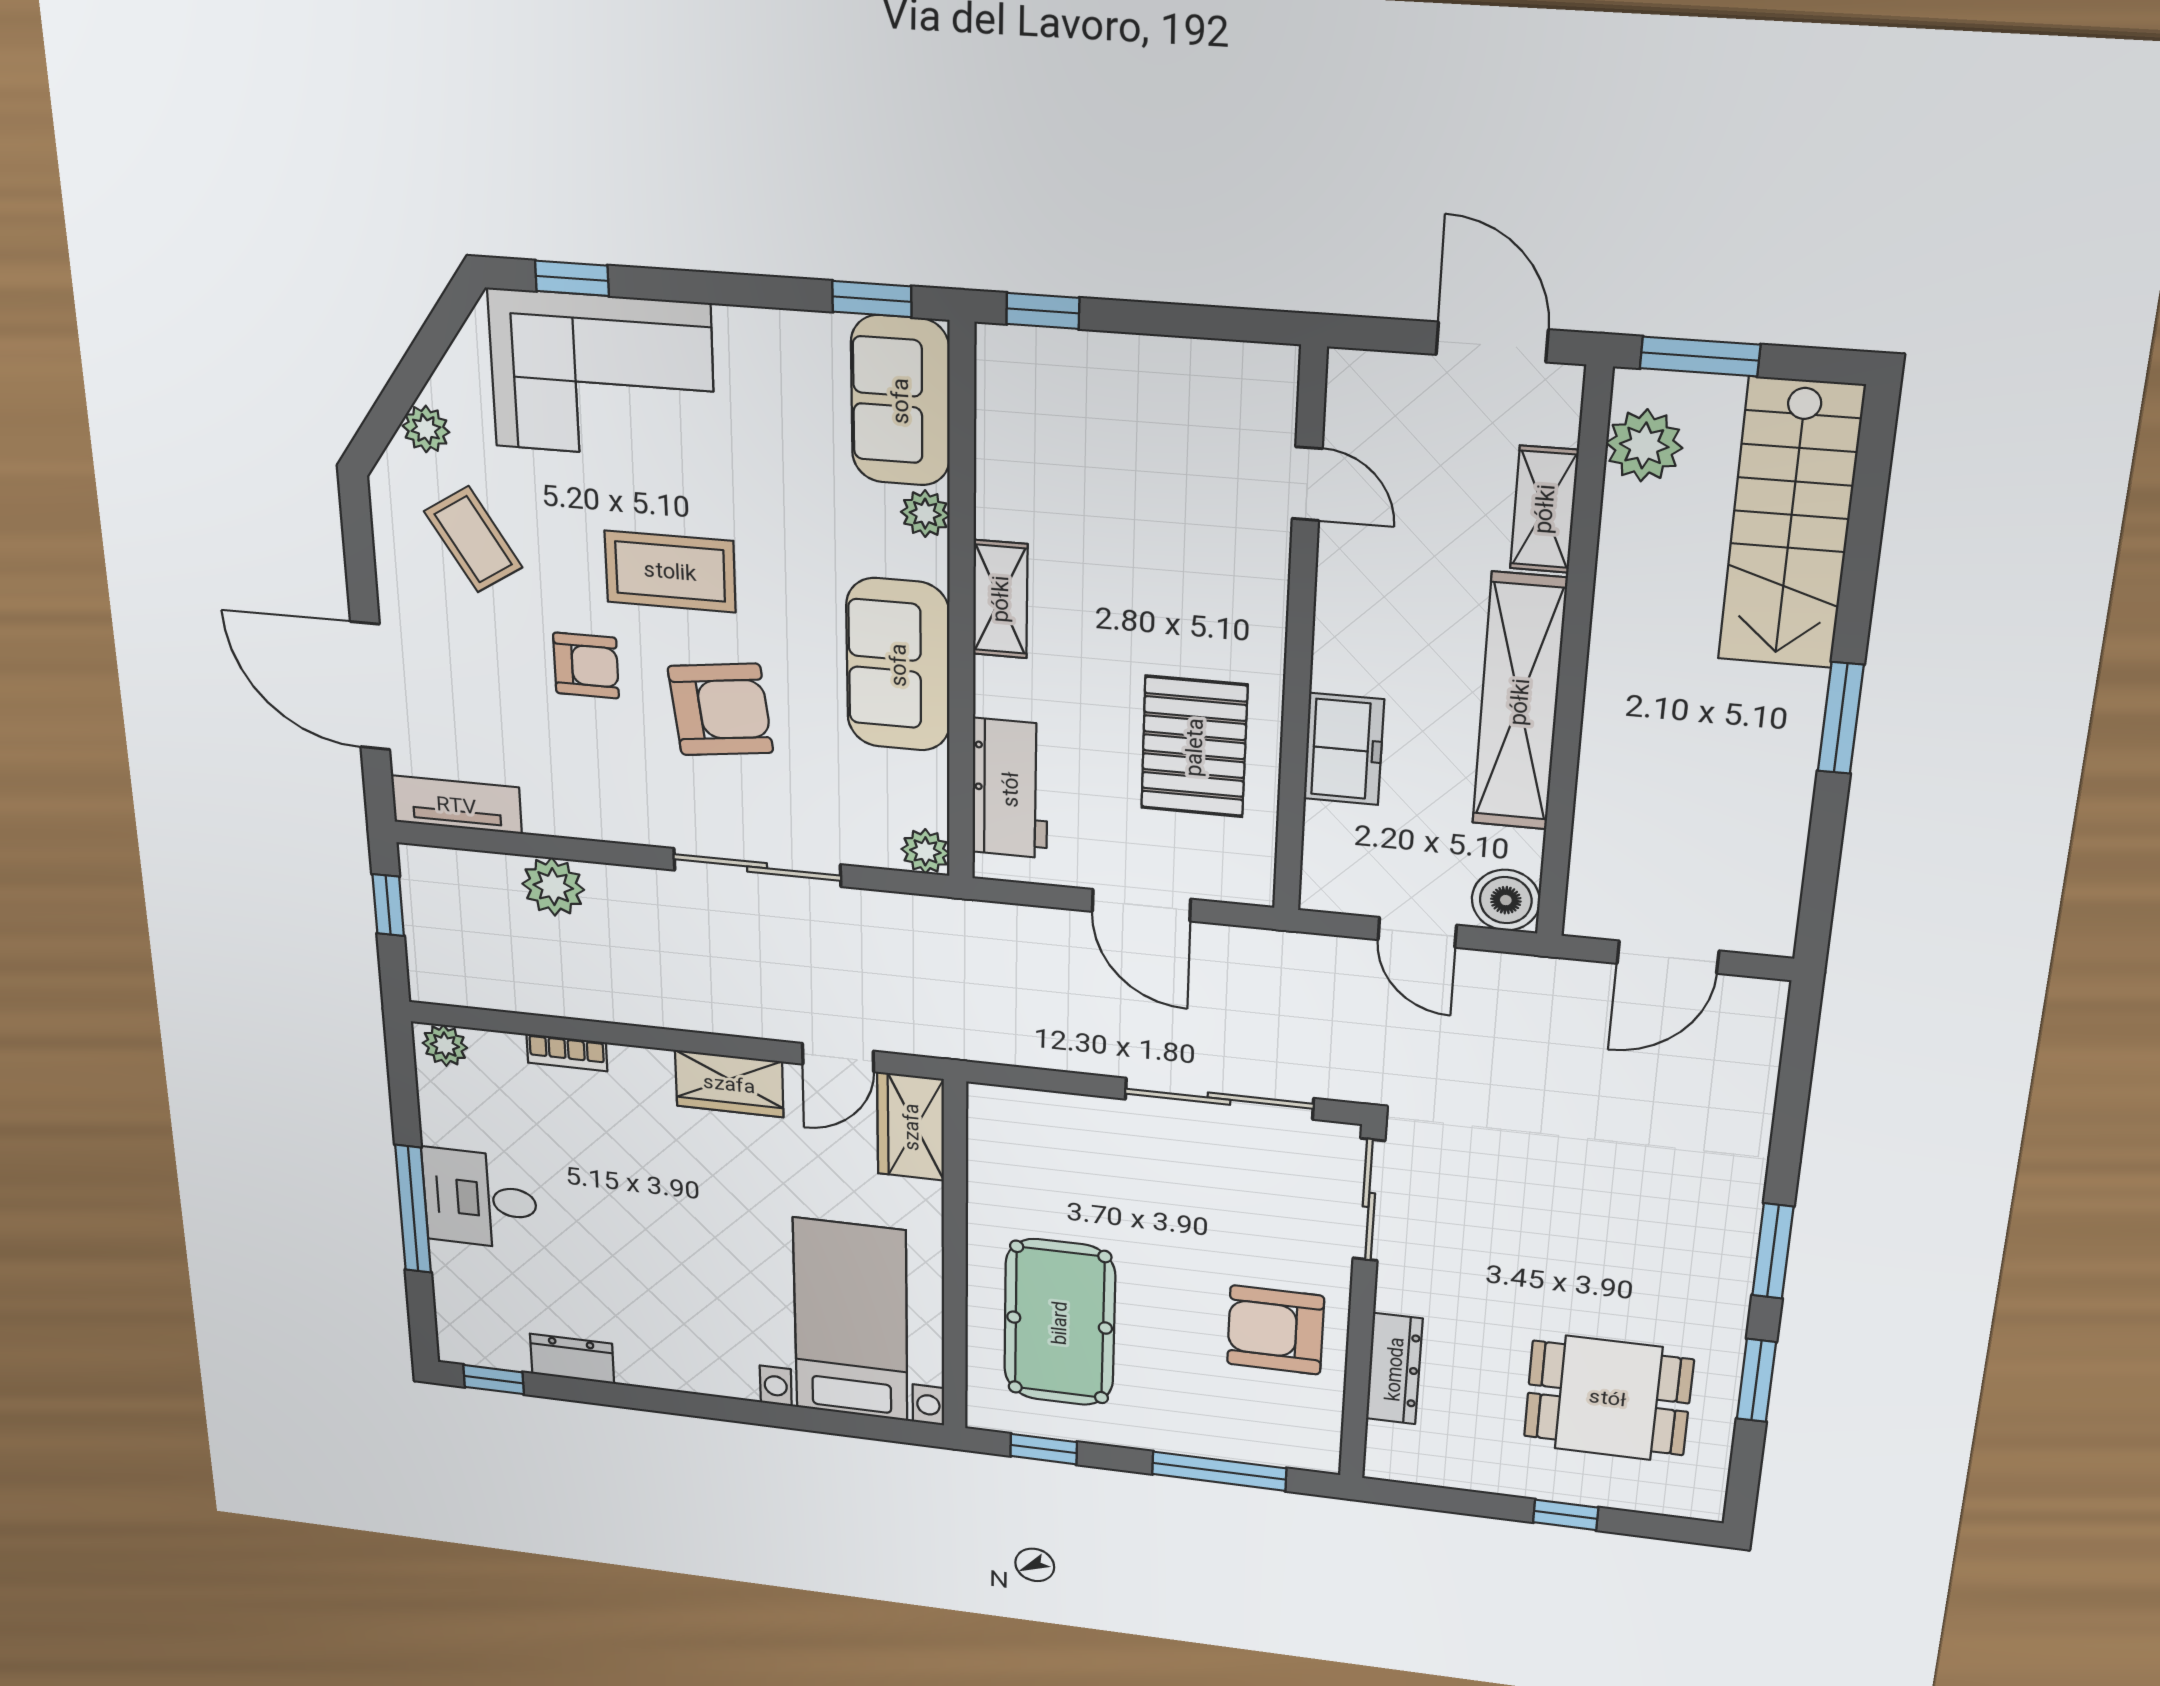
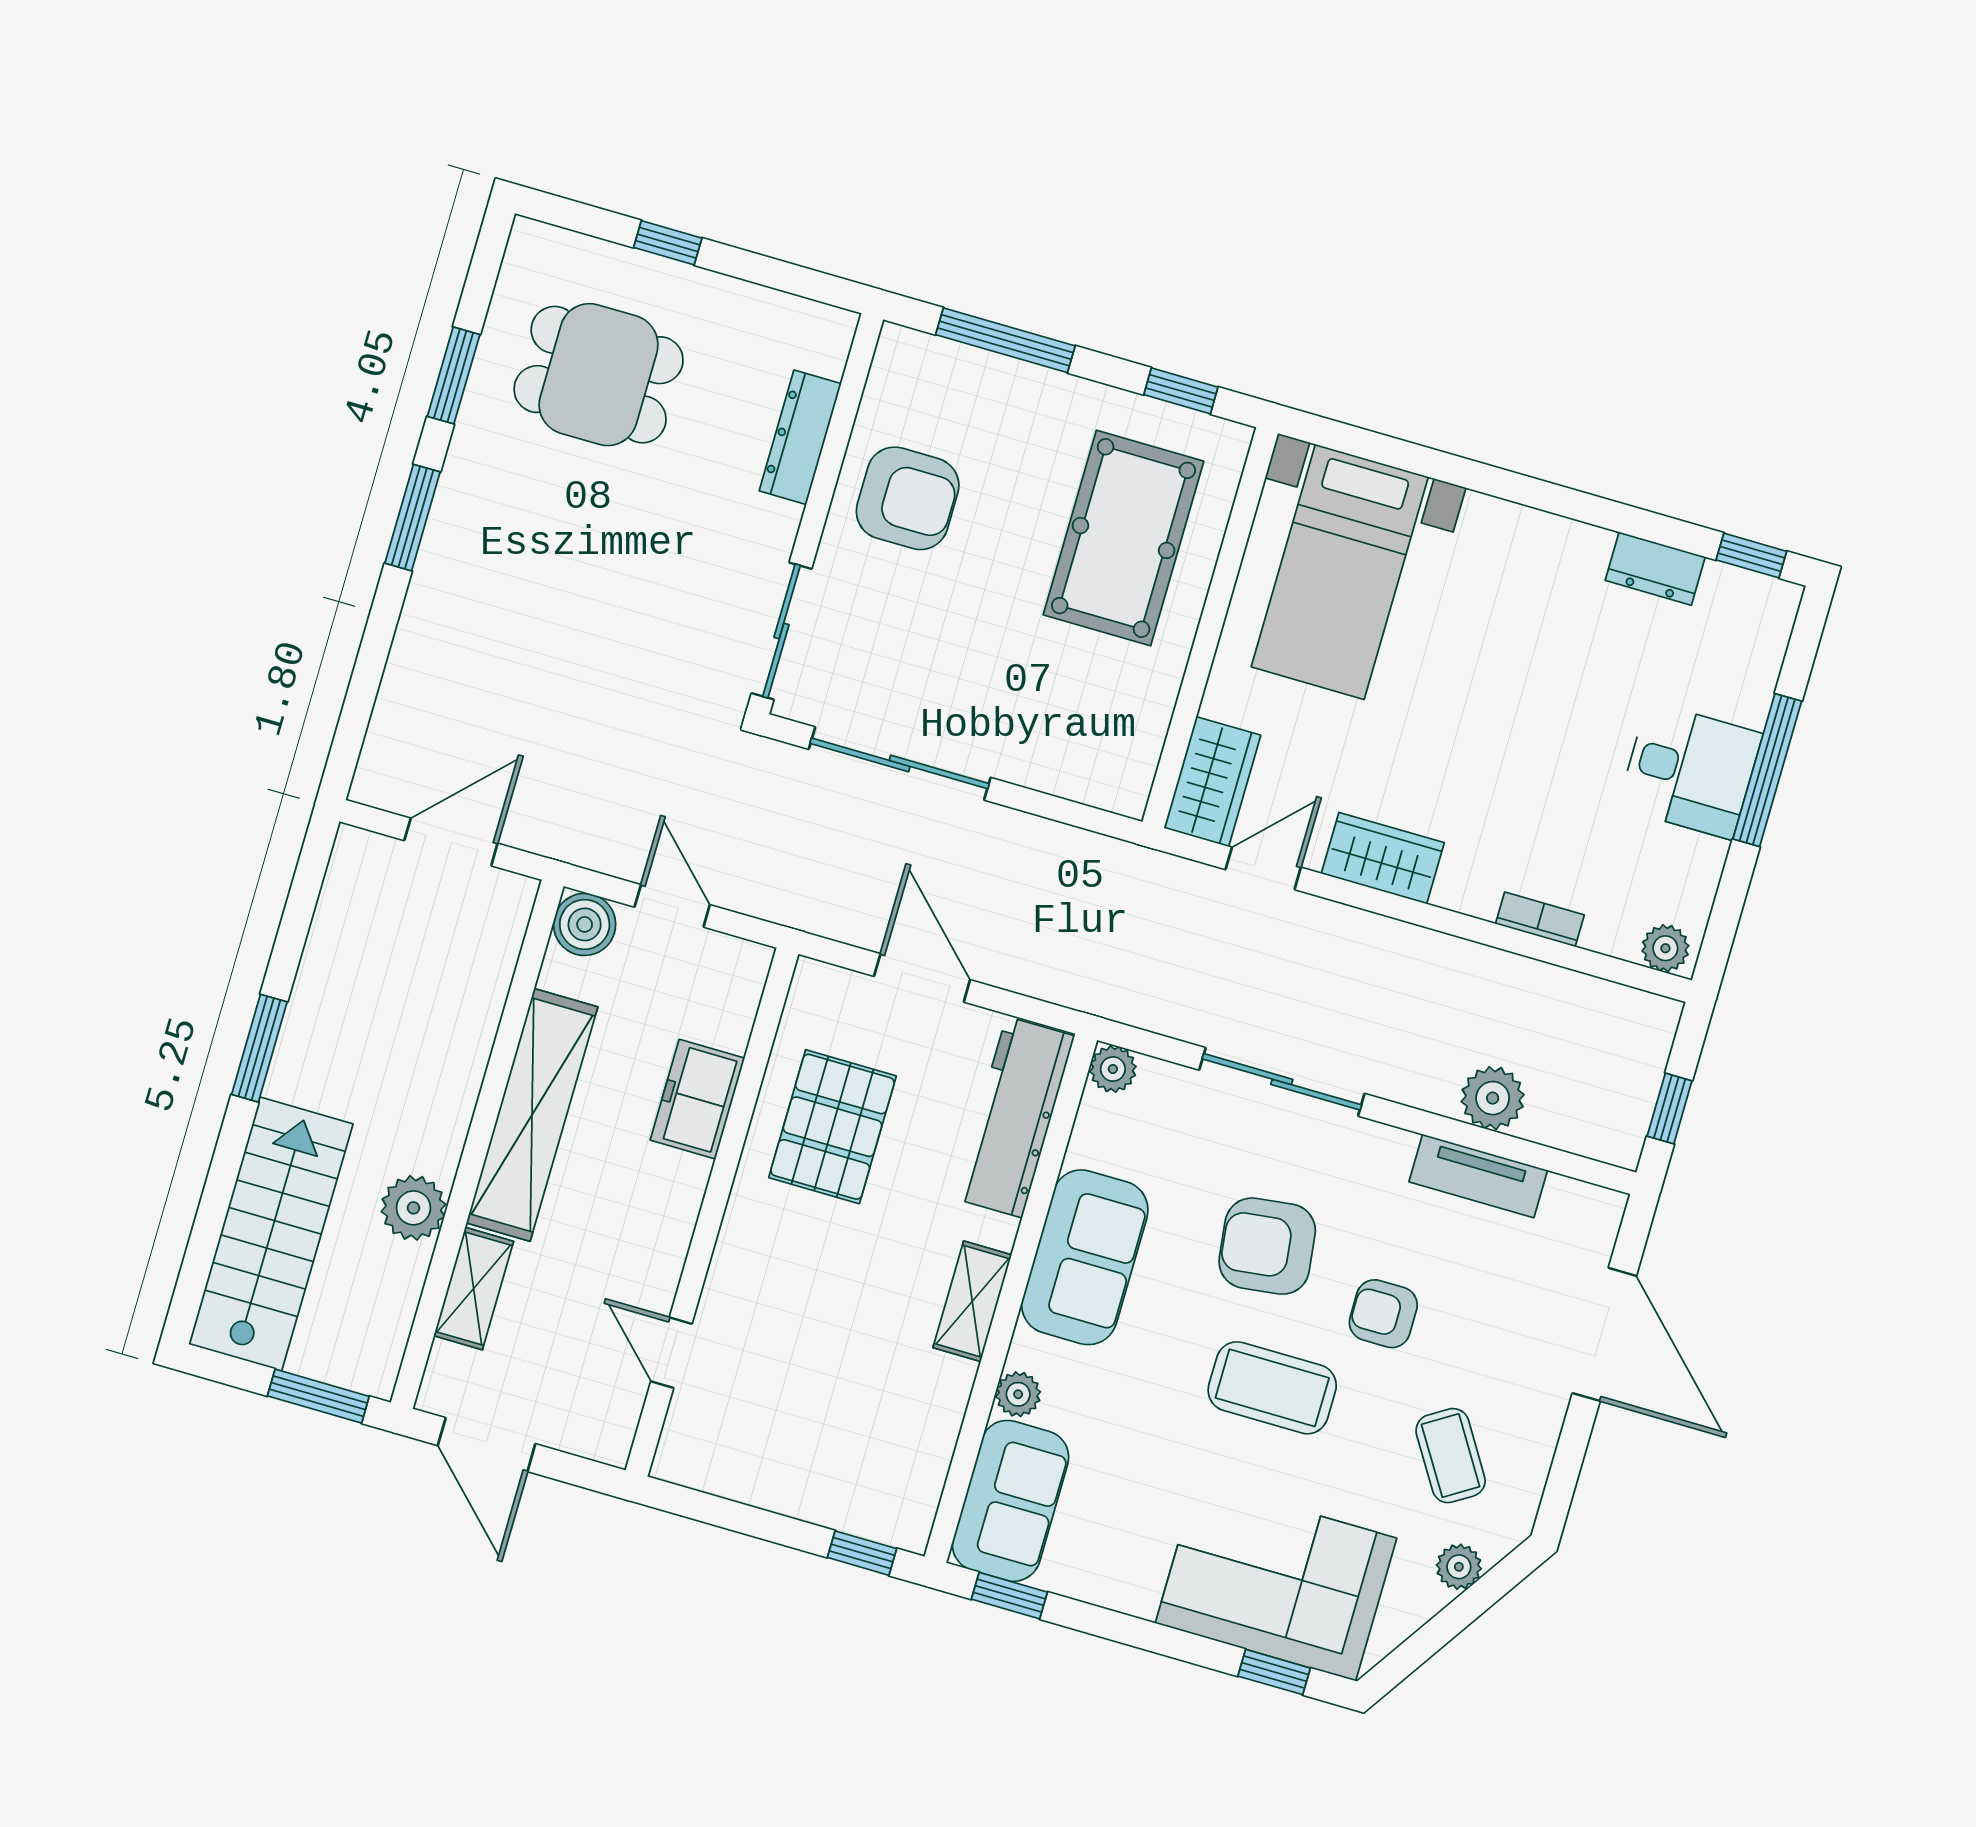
plant: (1644, 445) -> (413, 1208), moved
workbench: (1010, 789) -> (1014, 1117), width x1.38
tv unit: (456, 805) -> (1478, 1176), moved

